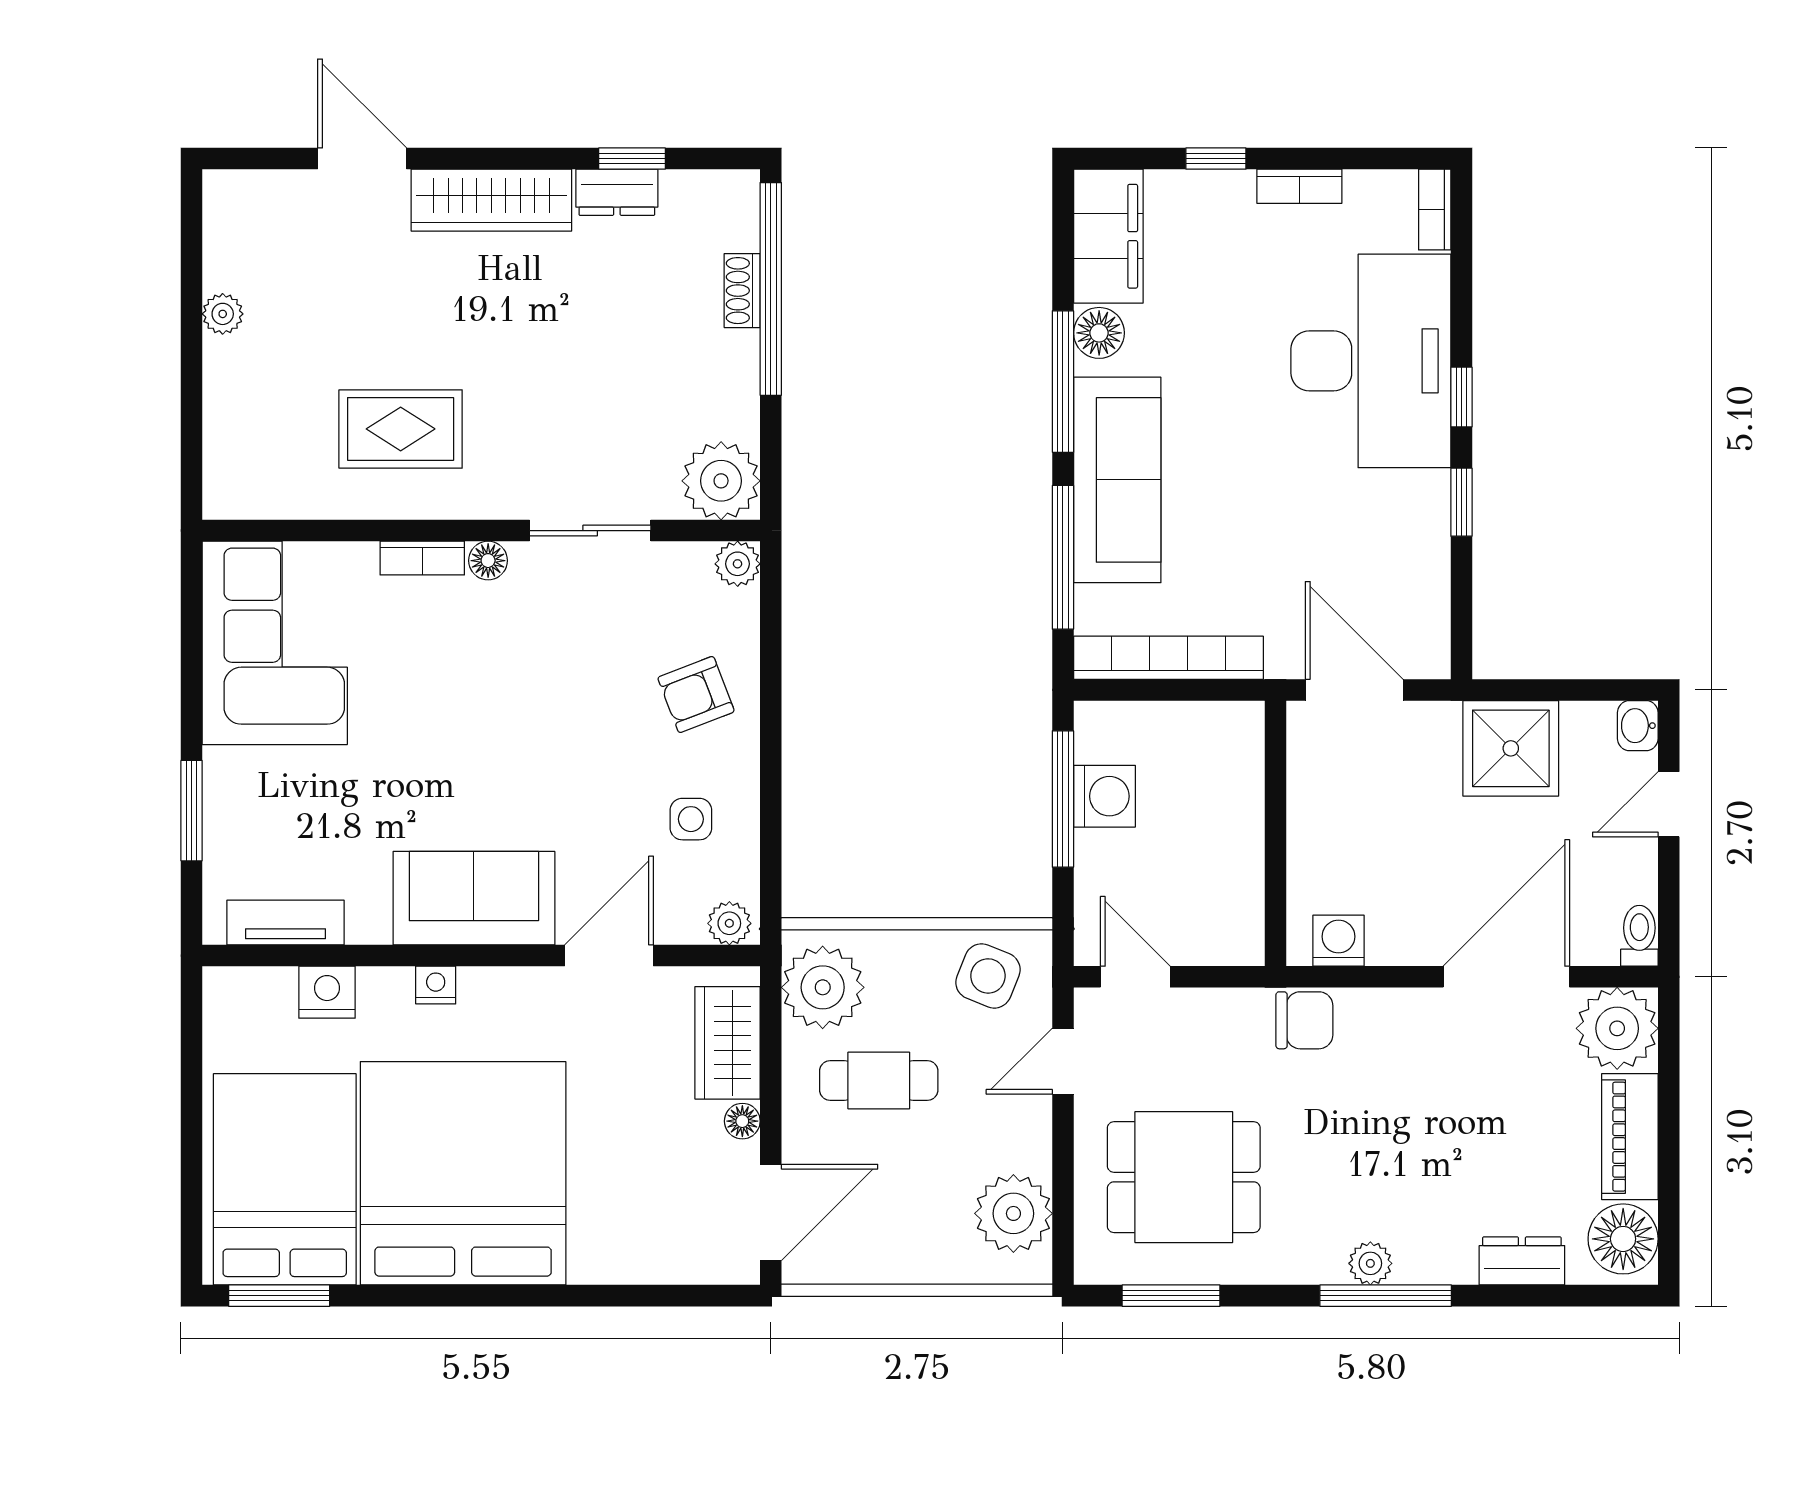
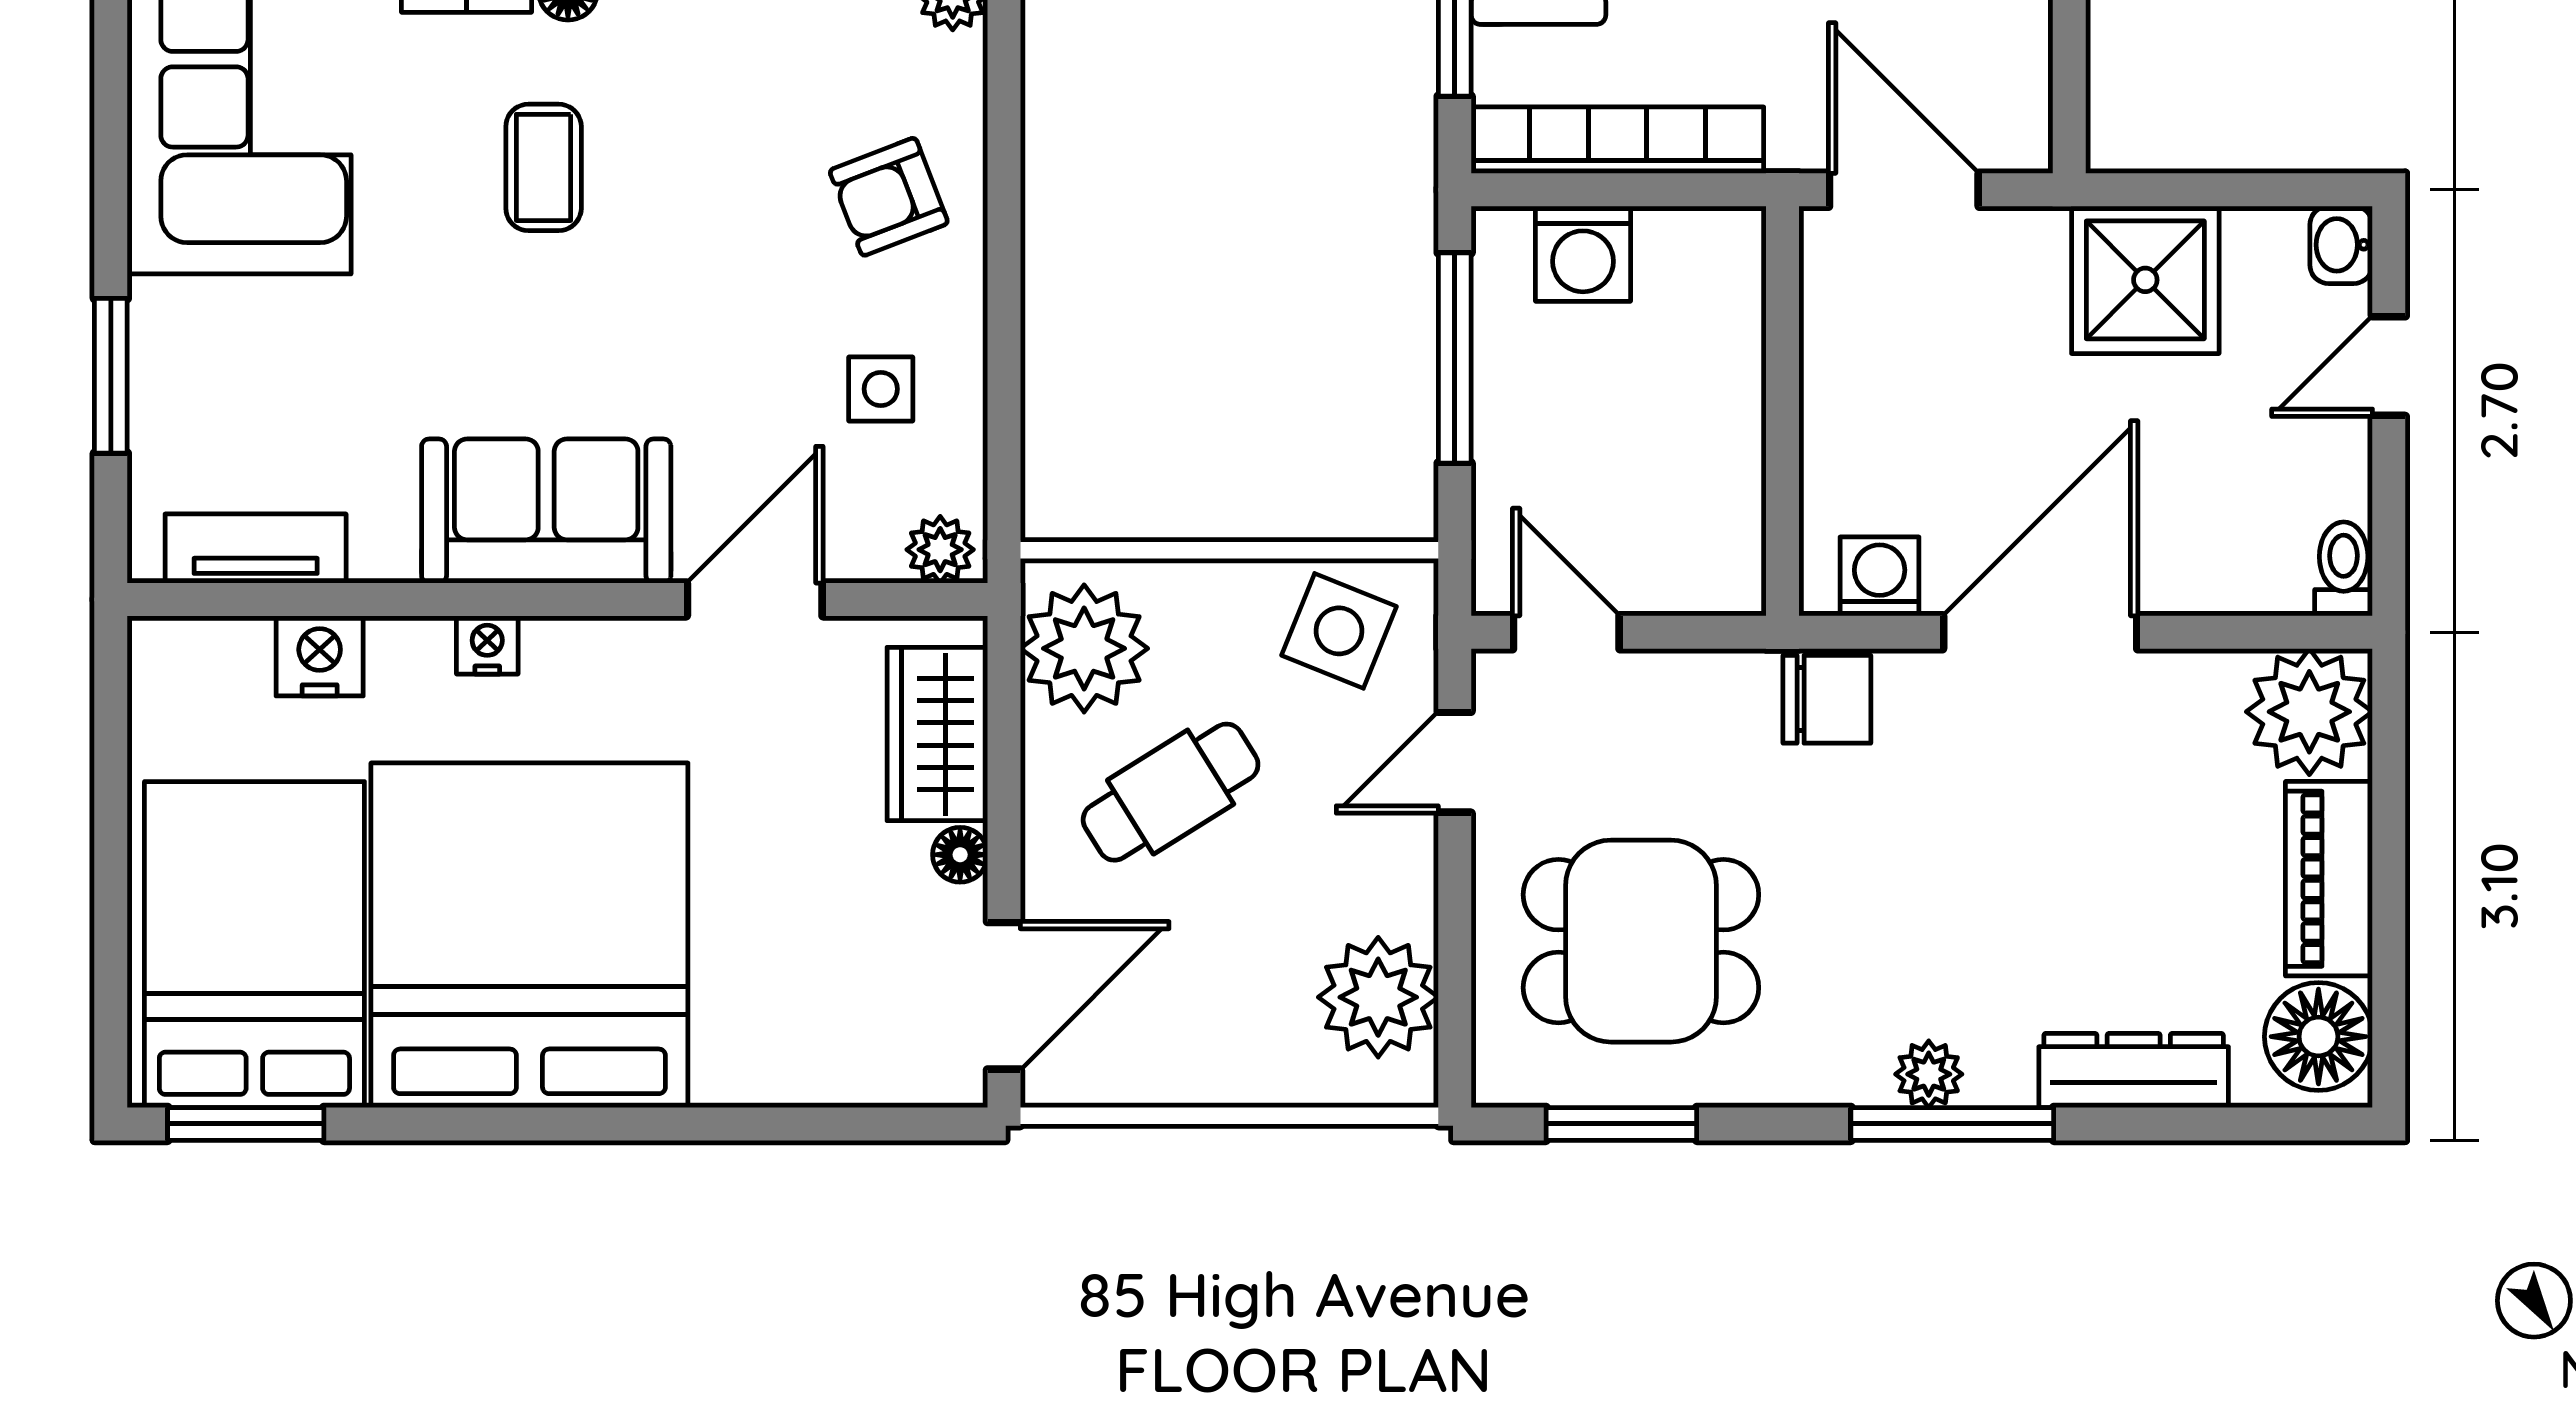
coffee table: (472, 675) -> (544, 167), added
washing machine: (1104, 796) -> (1583, 254), moved, turned 90
door: (1506, 977) -> (2040, 632), moved
cafe table: (879, 1080) -> (1171, 792), turned -32
dresser: (1522, 1261) -> (2134, 1070), width x1.44

